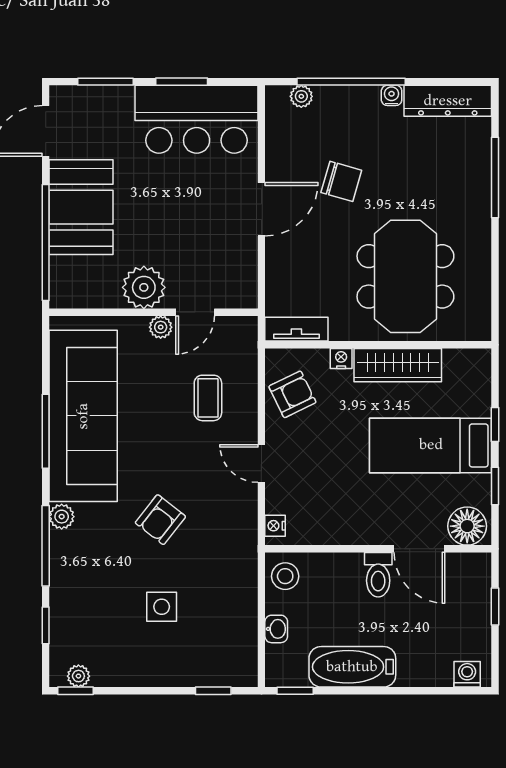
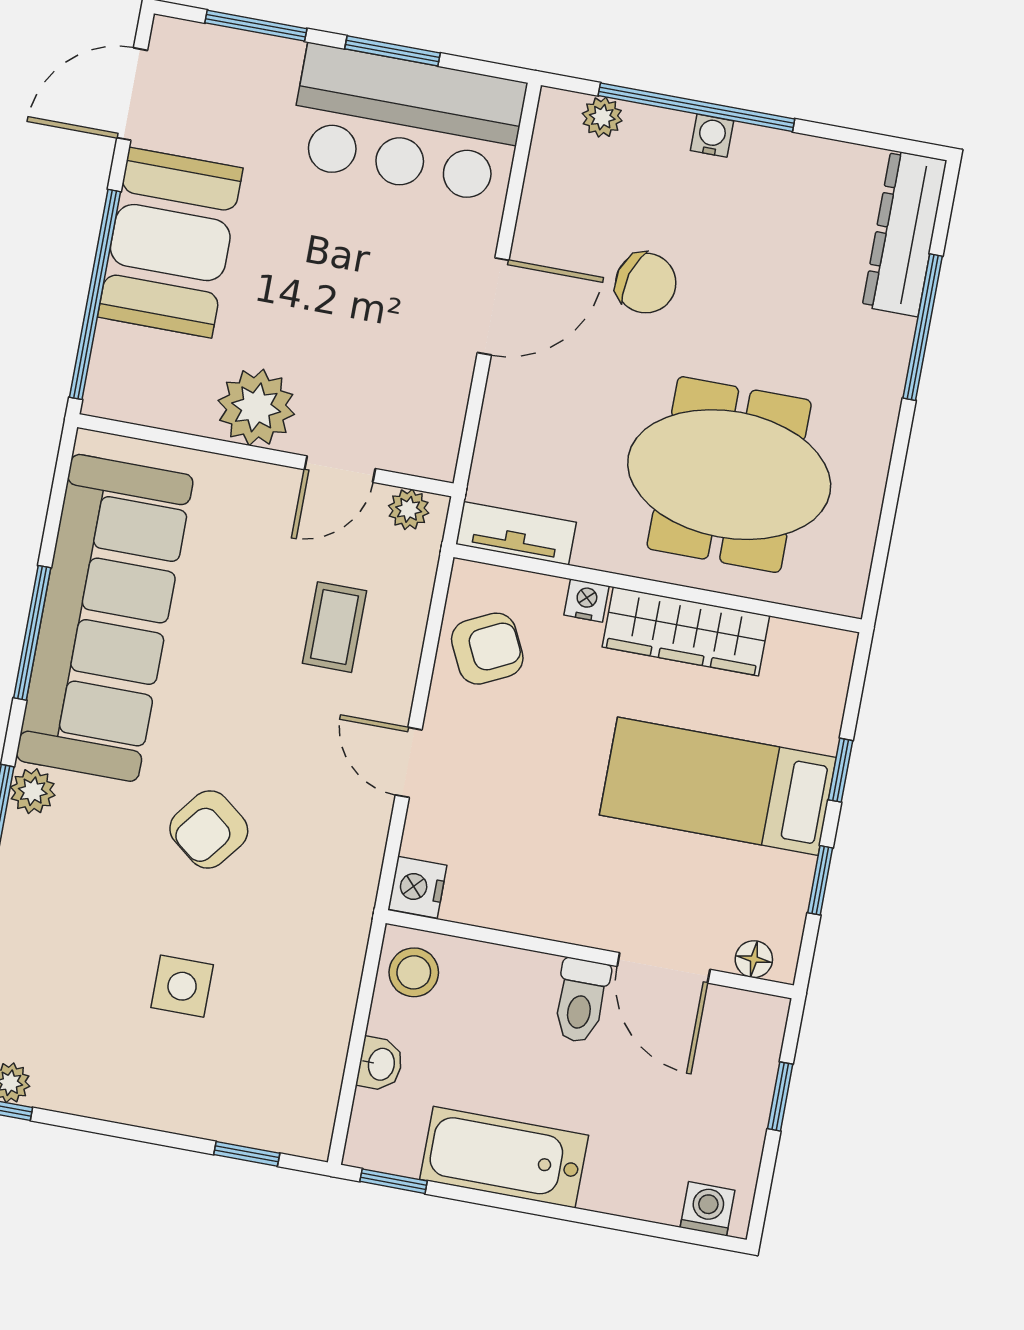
water cooler: (392, 95) -> (712, 136), moved
dresser: (448, 101) -> (905, 233), moved, turned 90
meeting table: (405, 276) -> (729, 475), turned 90
plant: (161, 327) -> (409, 509), moved
nightstand: (275, 526) -> (417, 887), width x1.39, depth x1.35
floor lamp: (467, 526) -> (754, 959), width x0.53, depth x0.53

